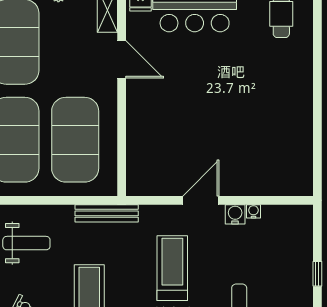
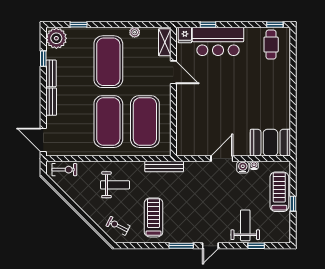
booth: (280, 174) -> (270, 143), added
treadmill: (172, 268) -> (279, 192), moved

